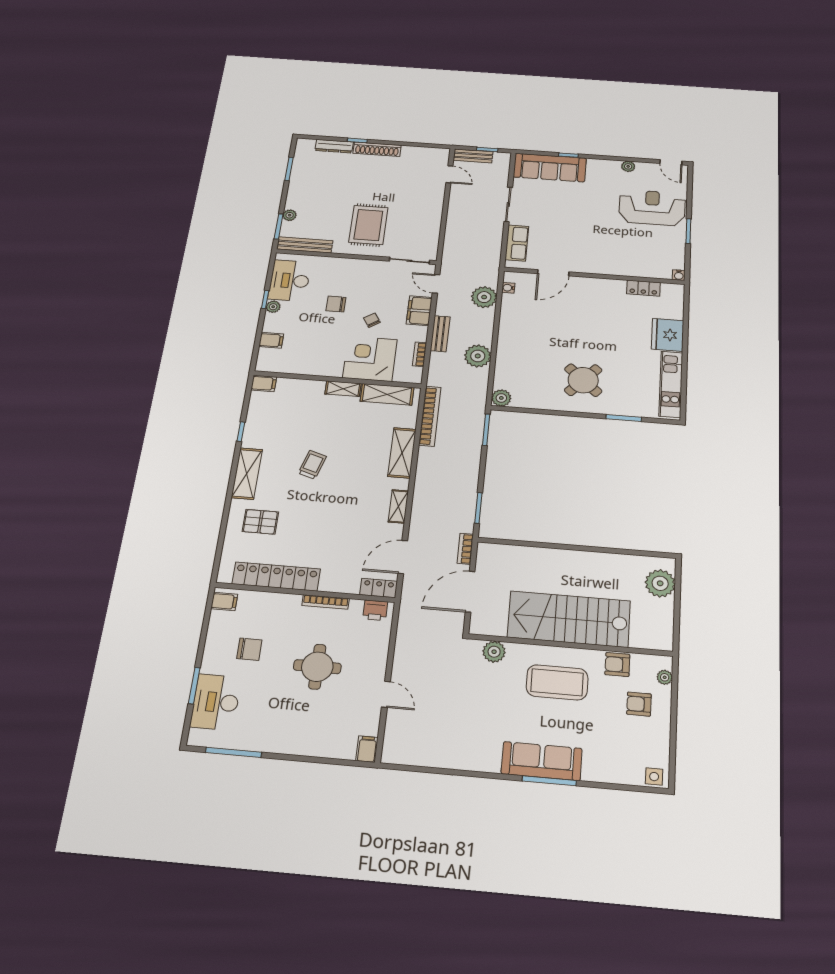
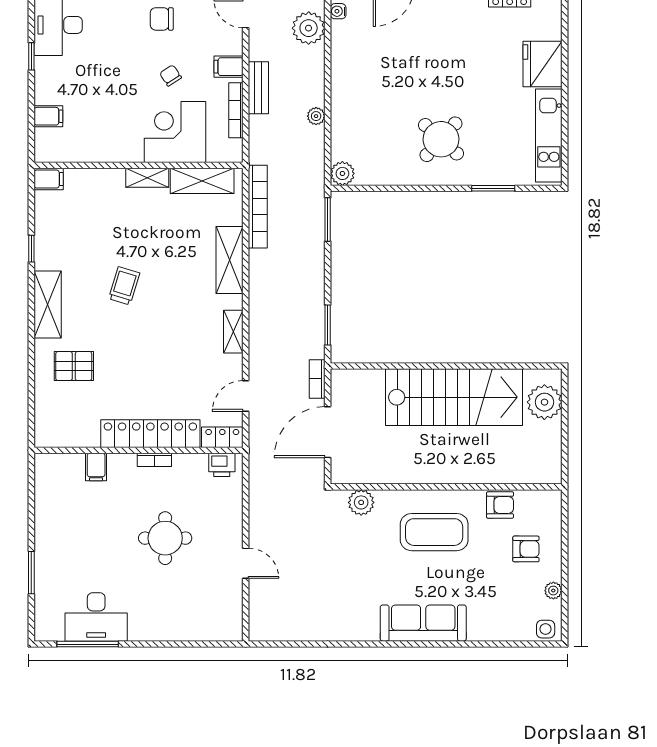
chair: (336, 304) -> (162, 19), moved
plant: (273, 307) -> (43, 66), removed
filing cabinet: (419, 311) -> (229, 67), width x0.50
bookcase: (420, 354) -> (236, 110), width x1.56
plant: (478, 356) -> (316, 116), width x0.53, depth x0.53
door: (403, 557) -> (246, 396), width x0.73
locker: (276, 576) -> (150, 434), moved
filing cabinet: (224, 601) -> (96, 467), moved, turned 90
bookcase: (326, 602) -> (154, 460), width x0.64
stairs: (569, 619) -> (454, 397), moved, turned 180
chair: (249, 649) -> (86, 524), removed
armchair: (617, 665) -> (500, 505), turned 180
plant: (665, 677) -> (553, 591), moved
desk: (216, 702) -> (96, 617), moved, turned -90
armchair: (639, 704) -> (526, 549), turned 180
filing cabinet: (367, 749) -> (232, 627), removed
window: (549, 781) -> (433, 644), removed

